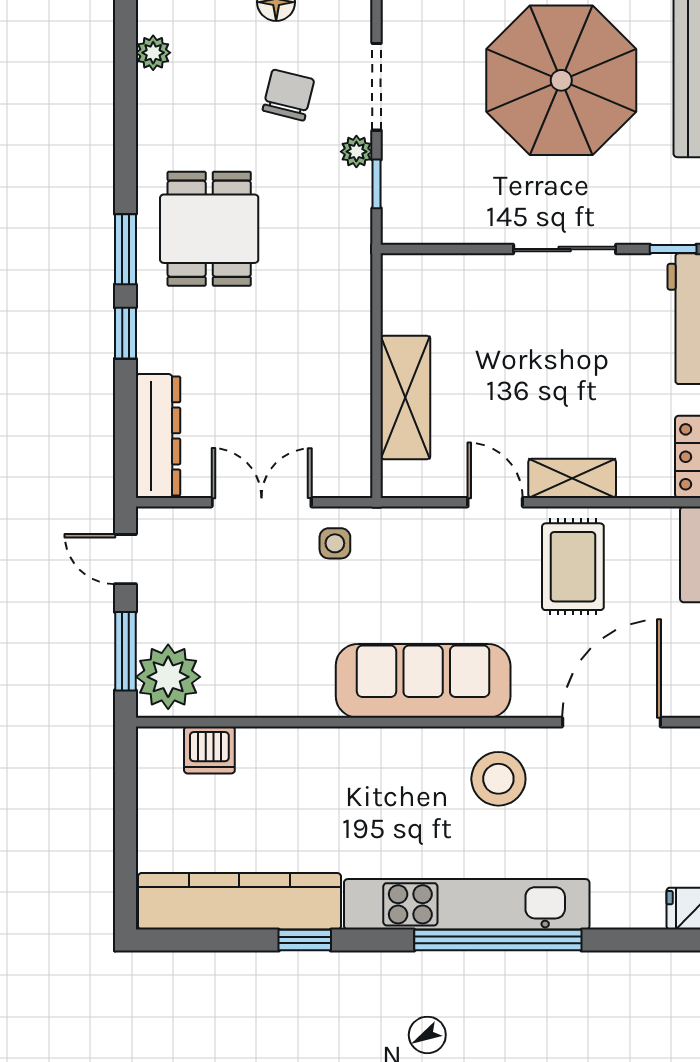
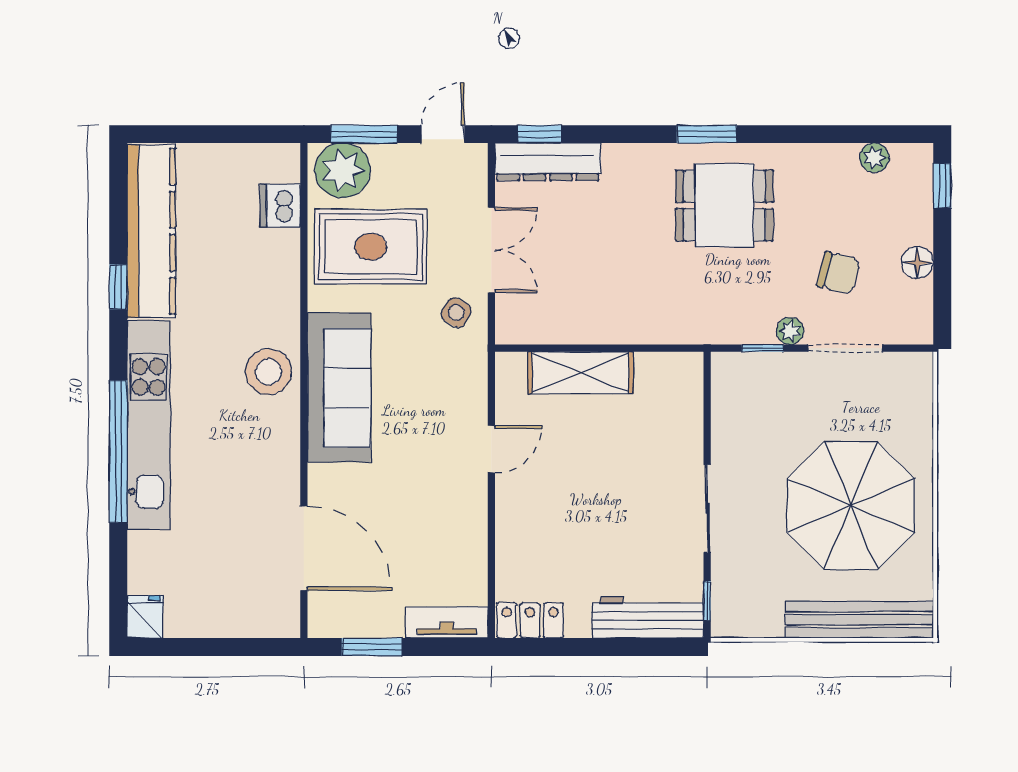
window: (125, 333) -> (540, 134), moved
shelving: (572, 478) -> (512, 515), removed
side table: (335, 543) -> (456, 313), turned 31
rug: (573, 567) -> (371, 247), moved, width x1.36, depth x1.43
stool: (498, 779) -> (269, 372), moved

